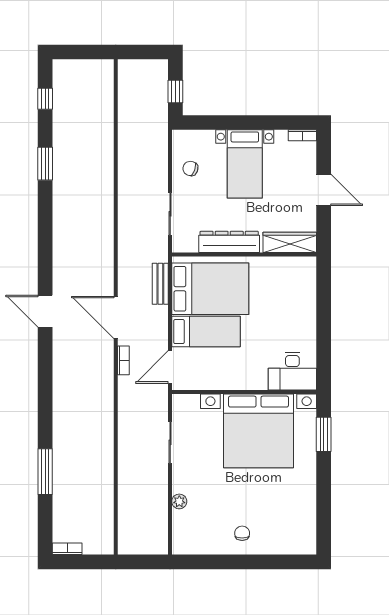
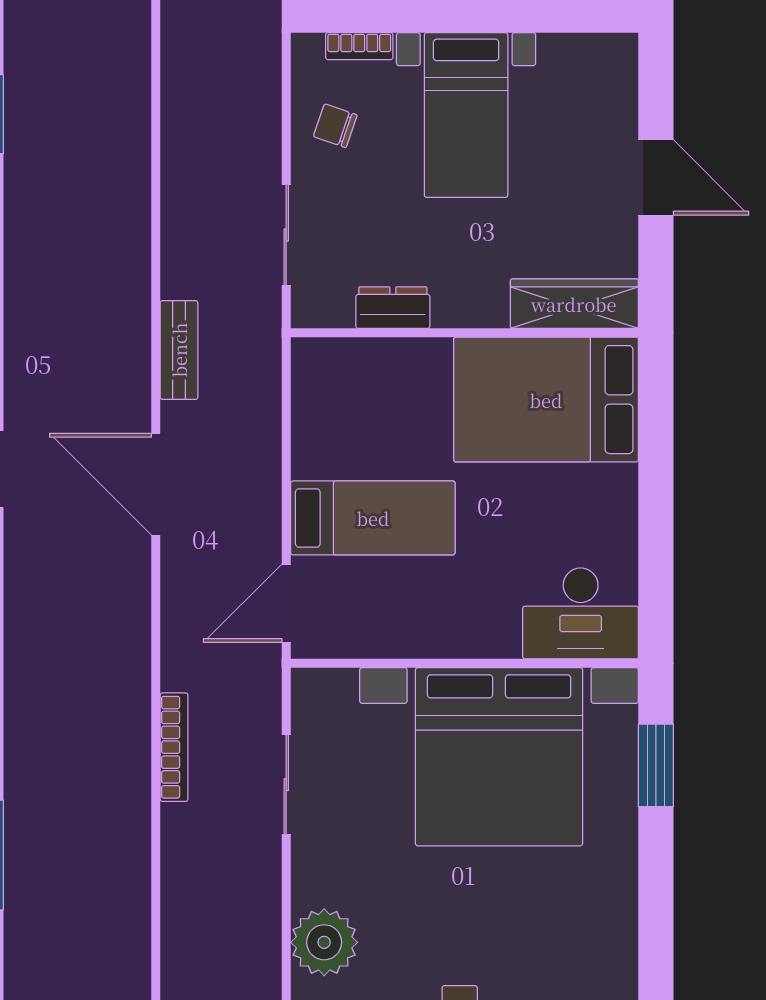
bookcase: (302, 135) -> (359, 46), moved
dresser: (229, 242) -> (393, 308), width x0.51, depth x0.80
bench: (160, 284) -> (179, 350), moved
bed: (210, 289) -> (546, 400), moved, turned 180
bookcase: (123, 360) -> (174, 747), moved, width x1.56
plant: (179, 501) -> (324, 942), width x1.88, depth x1.88

